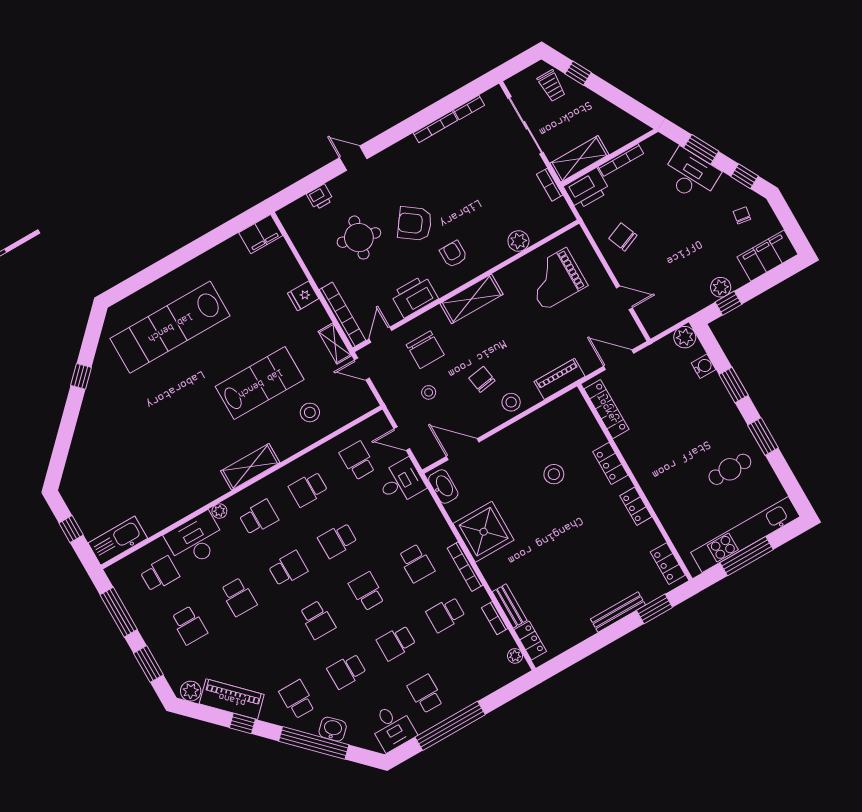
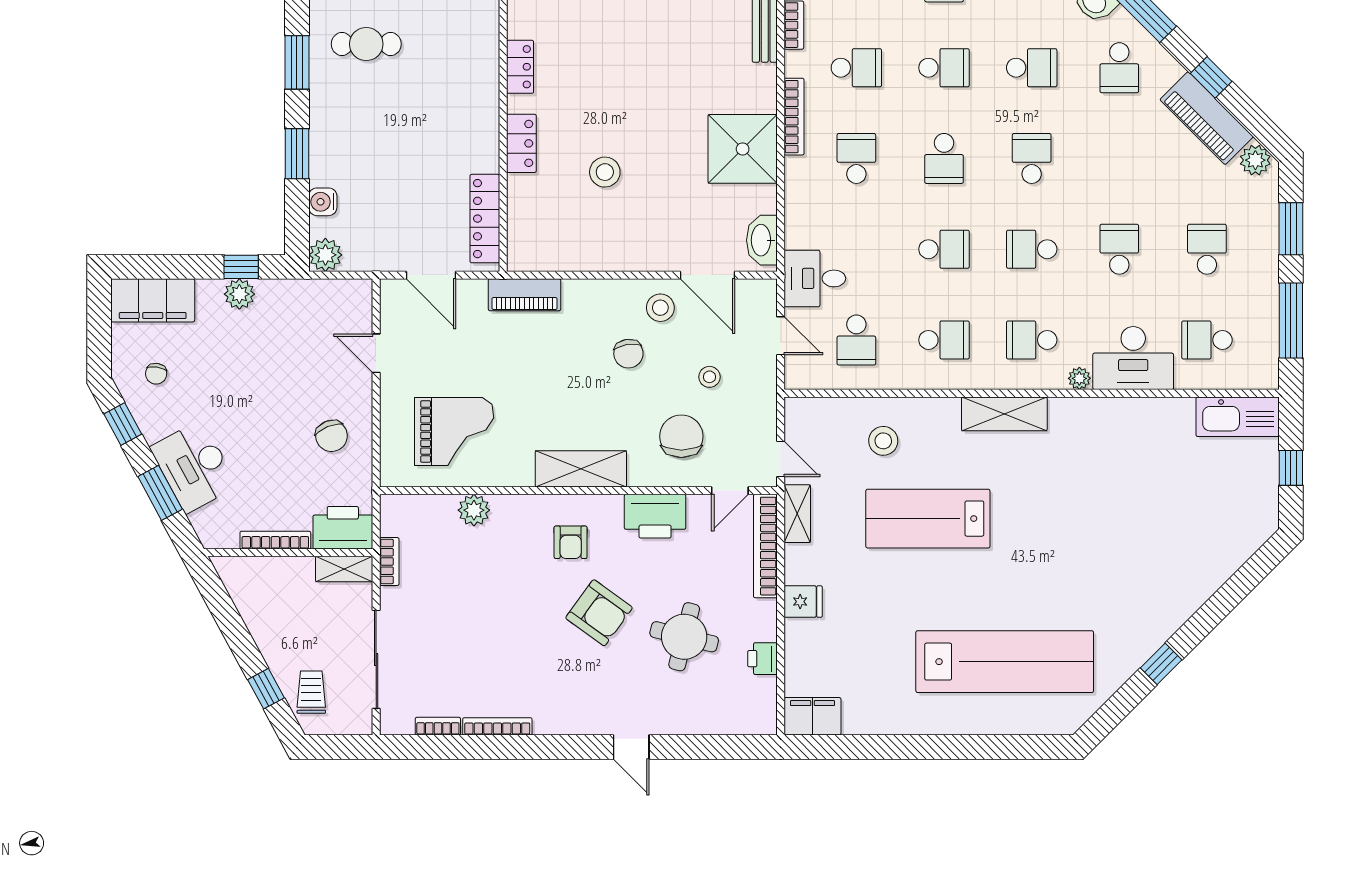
shelving: (579, 159) -> (344, 569), width x0.67, depth x0.75
printer: (320, 197) -> (762, 659), moved, turned -90
stool: (511, 402) -> (660, 308), moved

